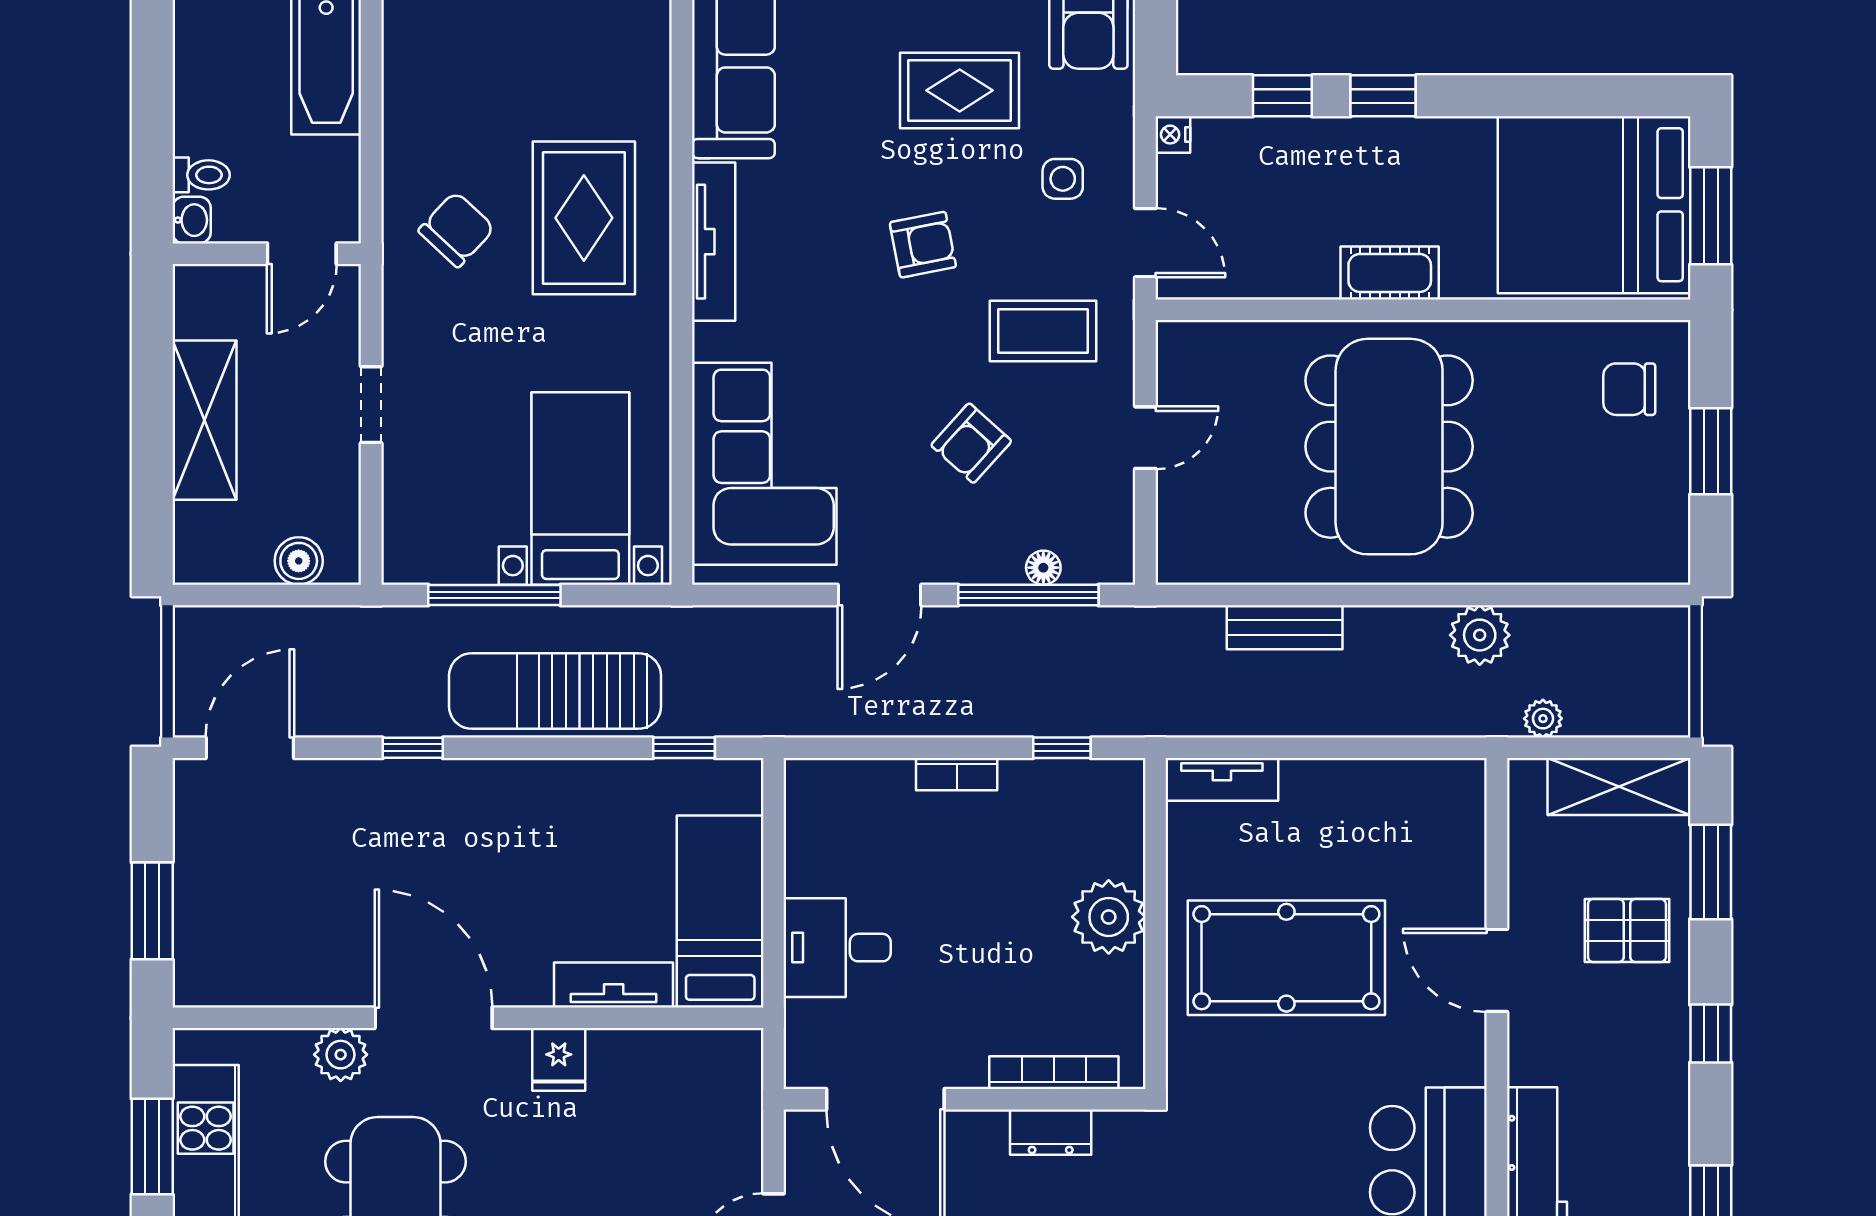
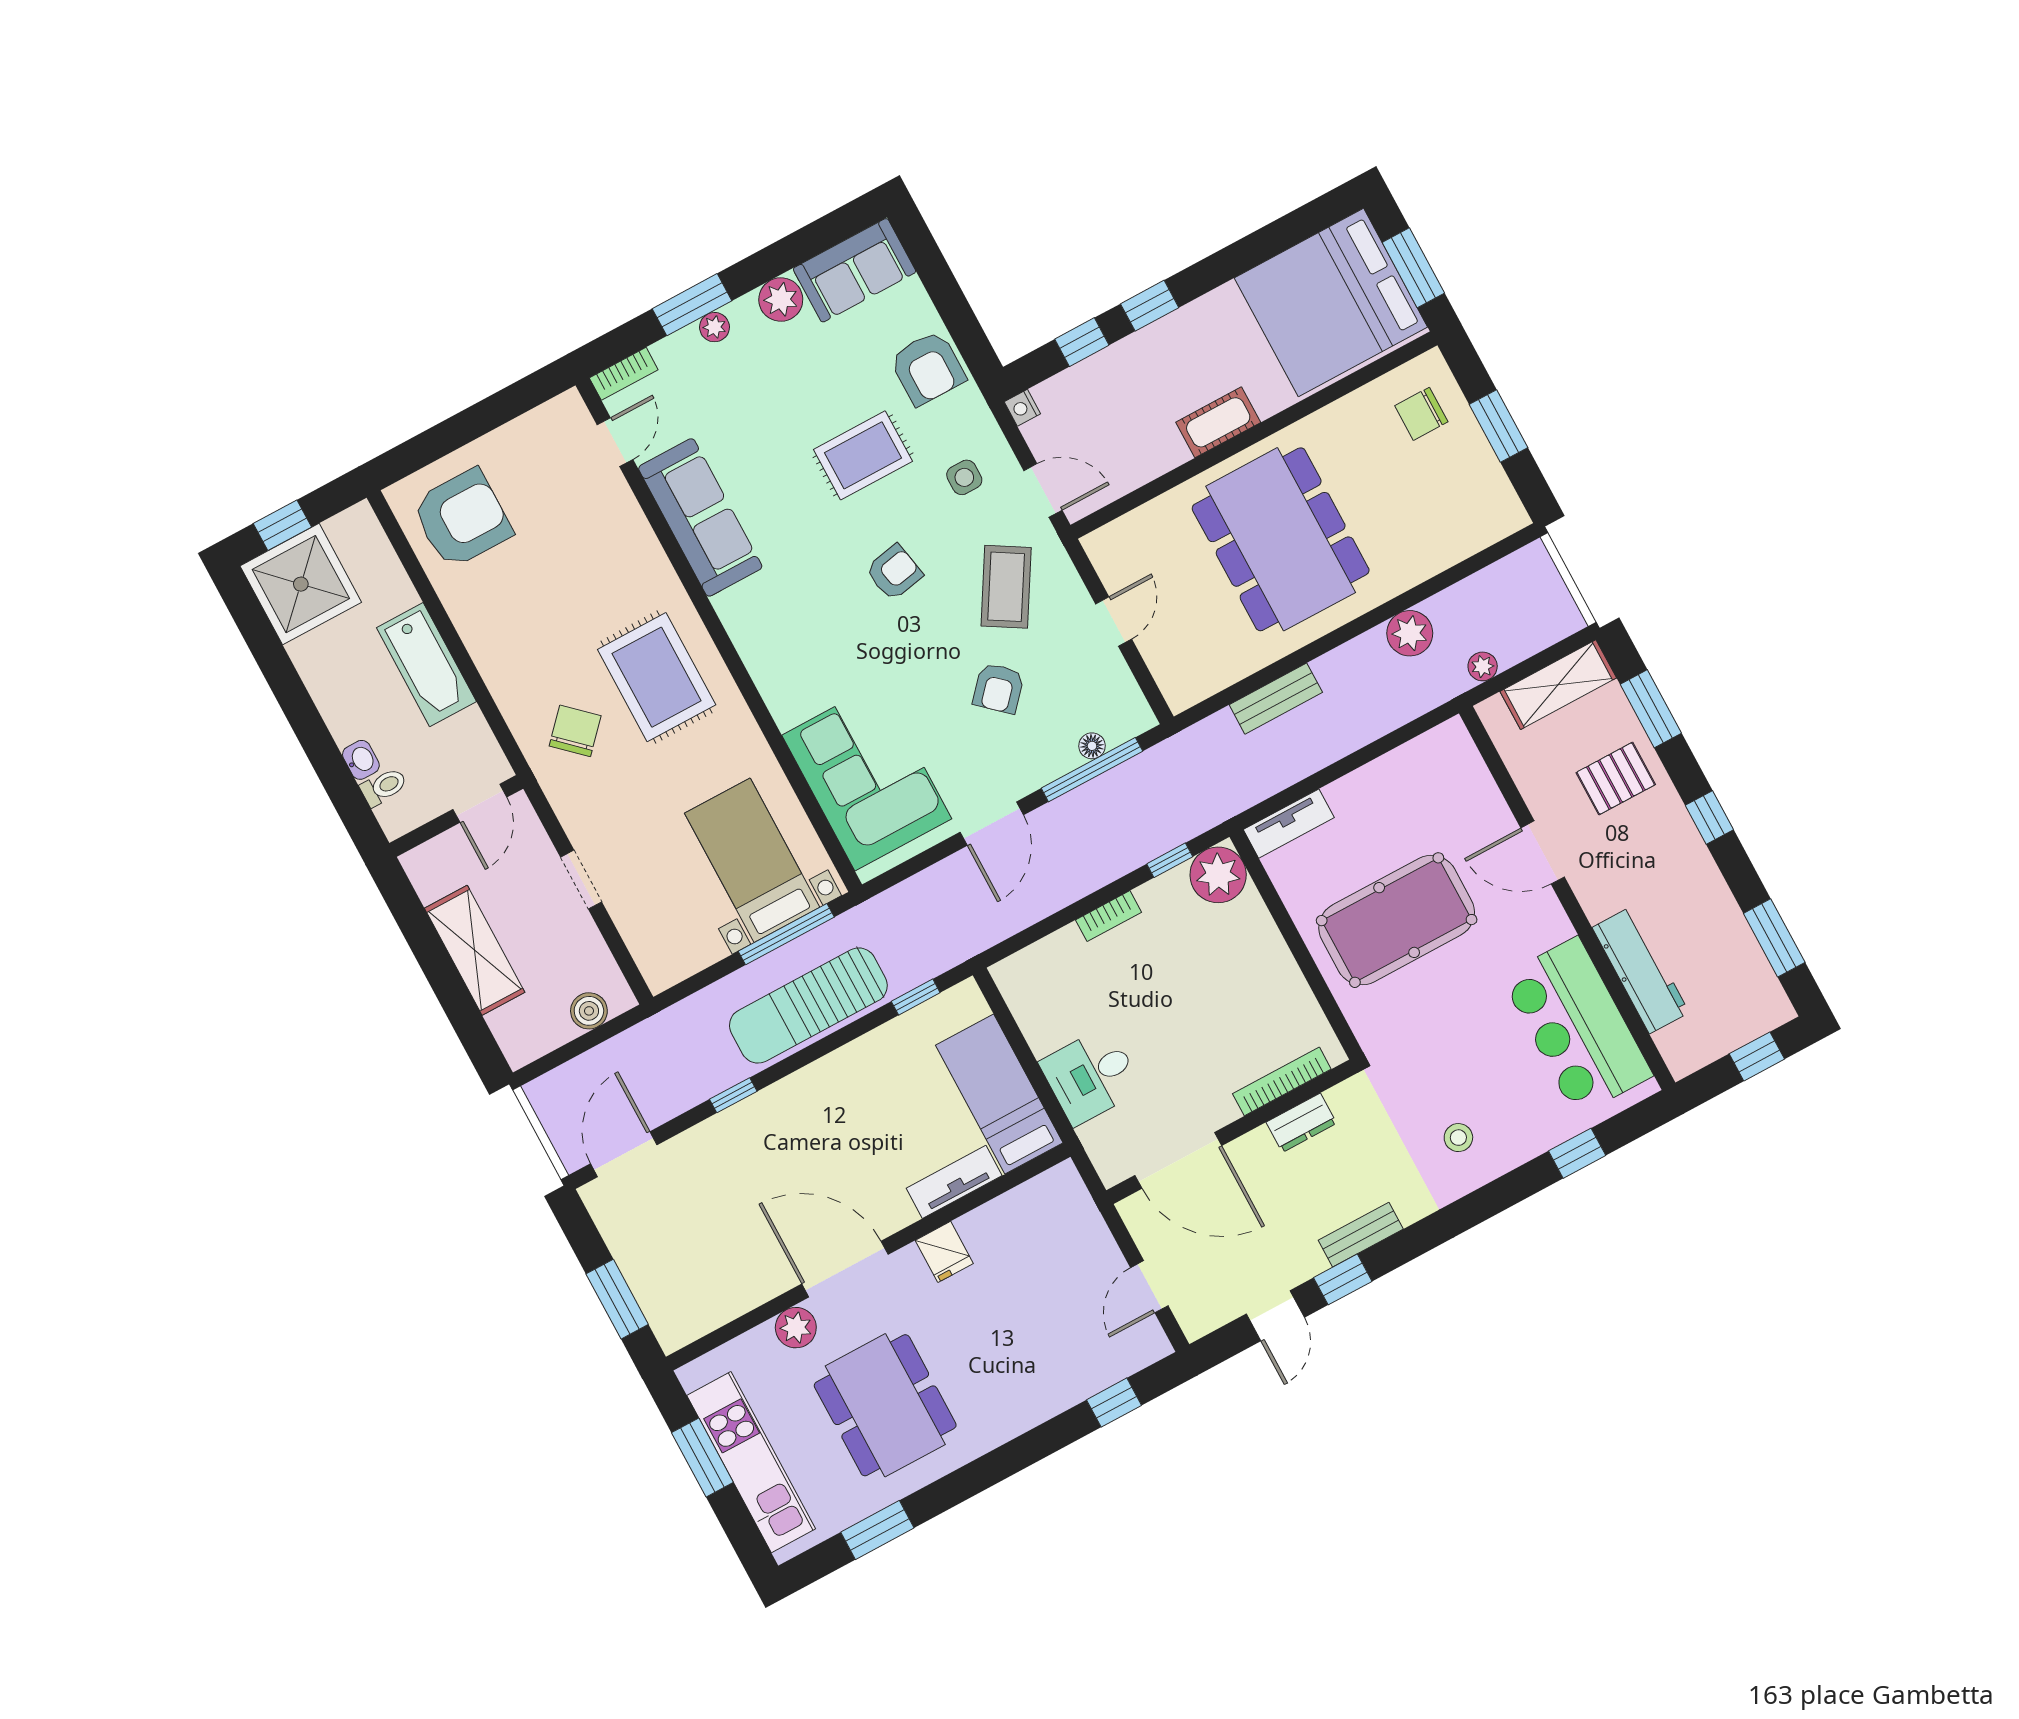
washbasin: (192, 220) -> (361, 760), moved
tv unit: (714, 242) -> (752, 646), removed
coffee table: (1043, 331) -> (1006, 587), turned -59
window: (494, 595) -> (786, 934), moved
plant: (1109, 917) -> (1218, 875), moved

